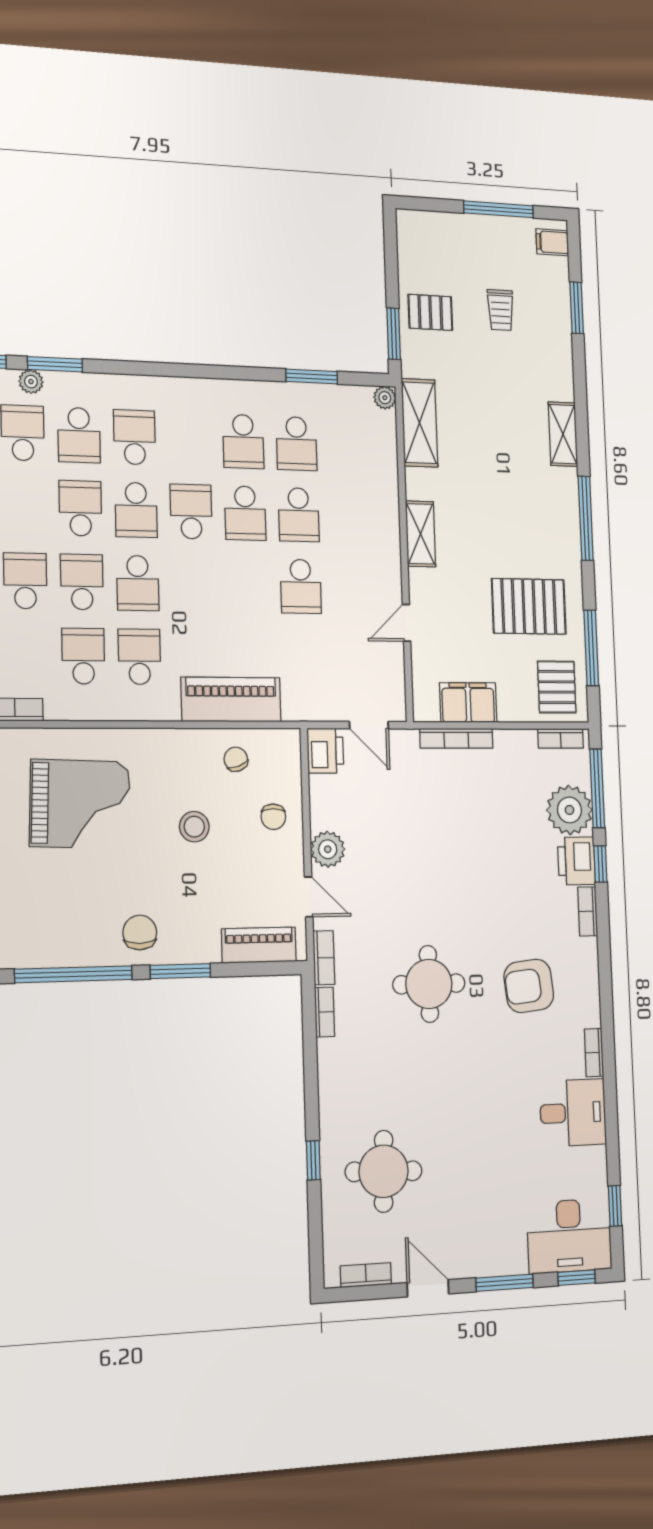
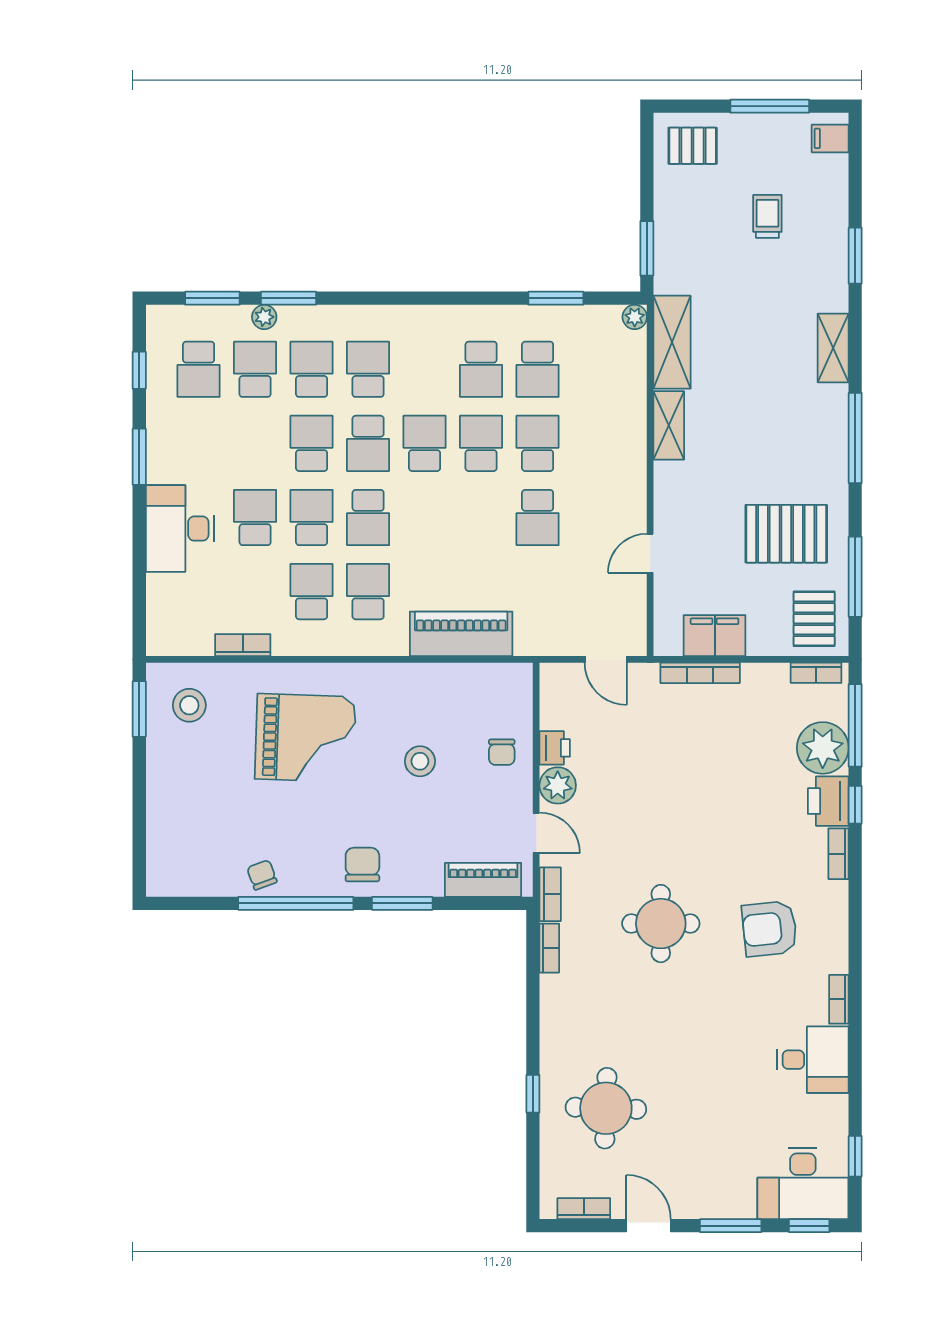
window: (577, 308) -> (855, 256), moved
trolley: (500, 310) -> (767, 216), turned 180
pallet: (430, 312) -> (693, 146), moved
school desk: (79, 435) -> (312, 369), turned 180
school desk: (245, 513) -> (481, 443), turned 180
school desk: (299, 515) -> (538, 443), turned 180
shelving: (421, 534) -> (669, 425), moved
printer: (325, 751) -> (555, 748), moved, width x0.73, depth x0.81
chair: (236, 759) -> (262, 875), moved

